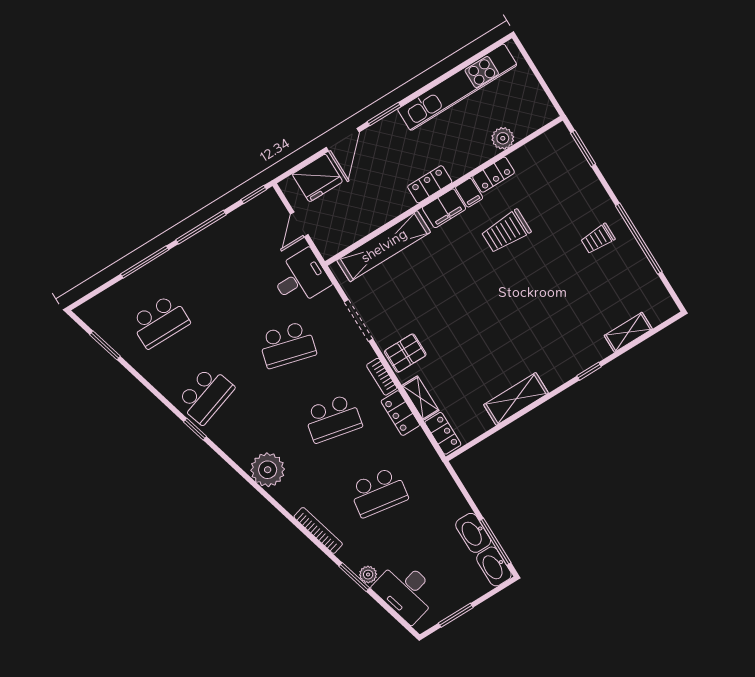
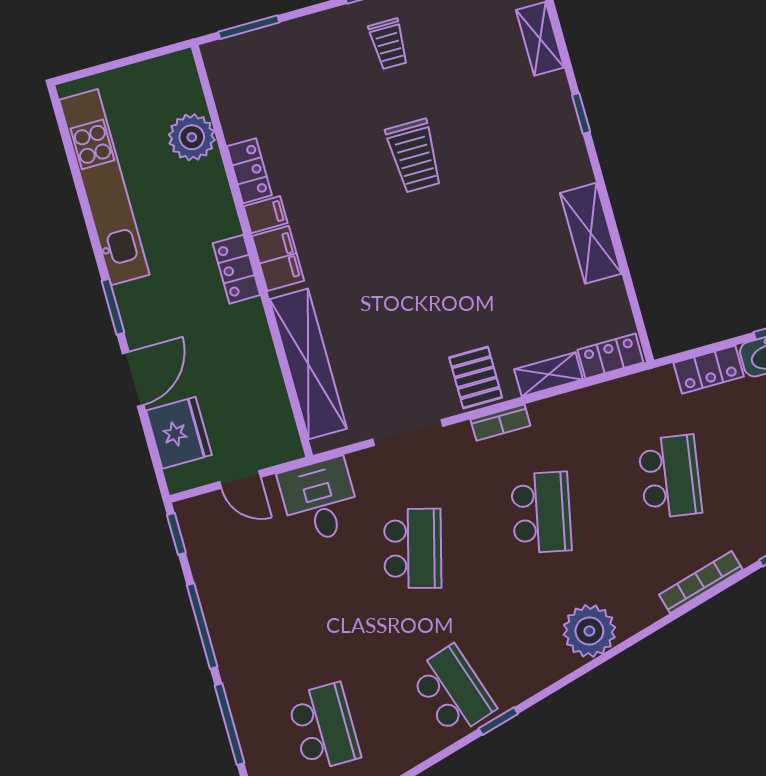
plant: (503, 138) -> (192, 137), width x1.36, depth x1.36
door: (343, 140) -> (133, 379), hinge flipped
trolley: (506, 231) -> (414, 156), moved
locker: (400, 413) -> (709, 370), moved

